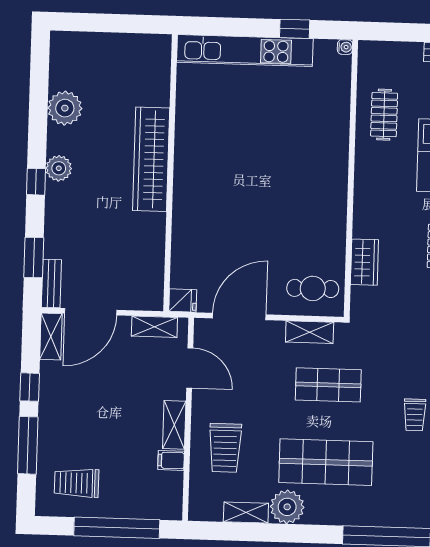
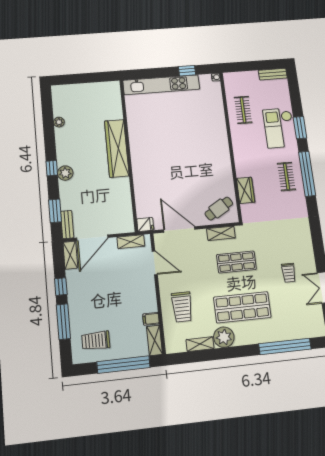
plant: (65, 108) -> (59, 122), width x0.53, depth x0.53
plant: (59, 168) -> (65, 173), moved
cafe table: (313, 288) -> (219, 208), turned -31
door: (239, 316) -> (179, 229), hinge flipped
shelving: (174, 425) -> (154, 340), moved

